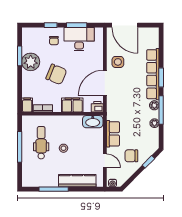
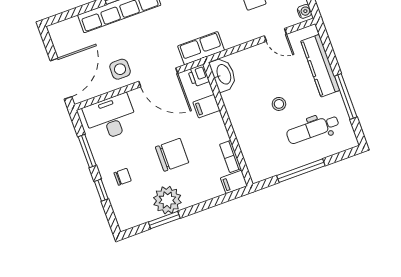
desk: (79, 39) -> (110, 118), moved, turned 90
chair: (56, 74) -> (172, 155), turned 68
filing cabinet: (72, 105) -> (206, 106), width x0.50
row of seats: (113, 134) -> (201, 48), moved
dental chair: (41, 143) -> (313, 129), moved
door: (105, 161) -> (275, 35), swing flipped

